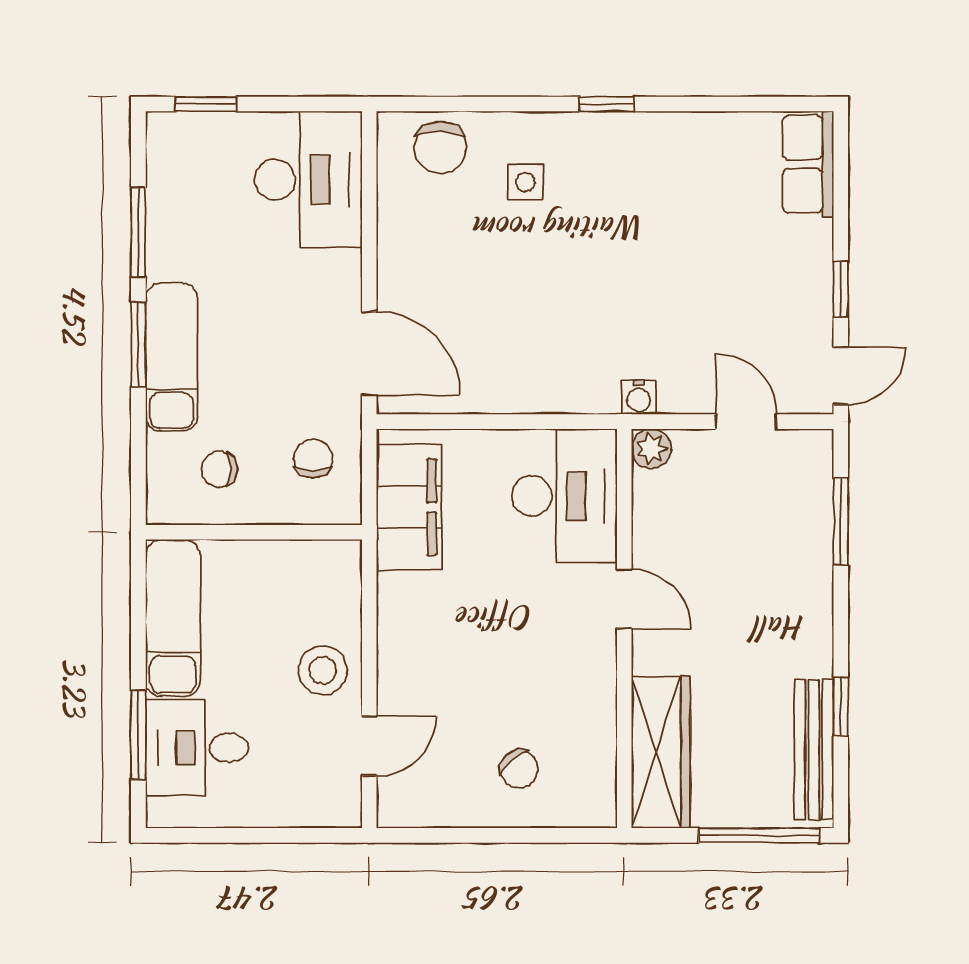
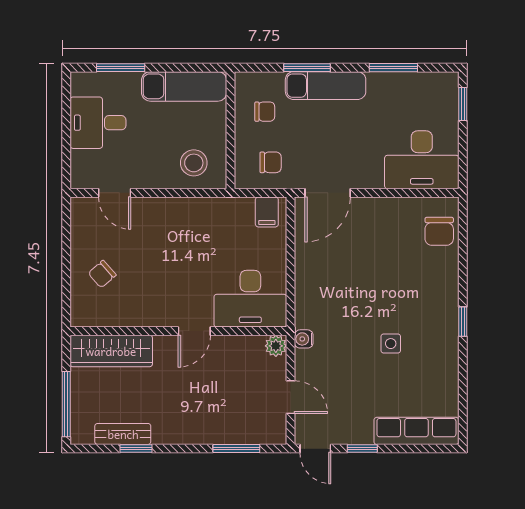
chair: (440, 147) -> (439, 231), turned -90
row of seats: (808, 164) -> (416, 431), width x1.48
side table: (525, 182) -> (391, 344), moved
window: (138, 345) -> (307, 68), moved
door: (746, 422) -> (291, 397), hinge flipped
chair: (219, 469) -> (265, 112), turned 90
filing cabinet: (409, 507) -> (267, 212), width x0.33, depth x0.86
stool: (323, 670) -> (194, 163), moved
desk: (197, 748) -> (98, 123), moved, turned -90
bench: (814, 750) -> (123, 434), width x0.73

